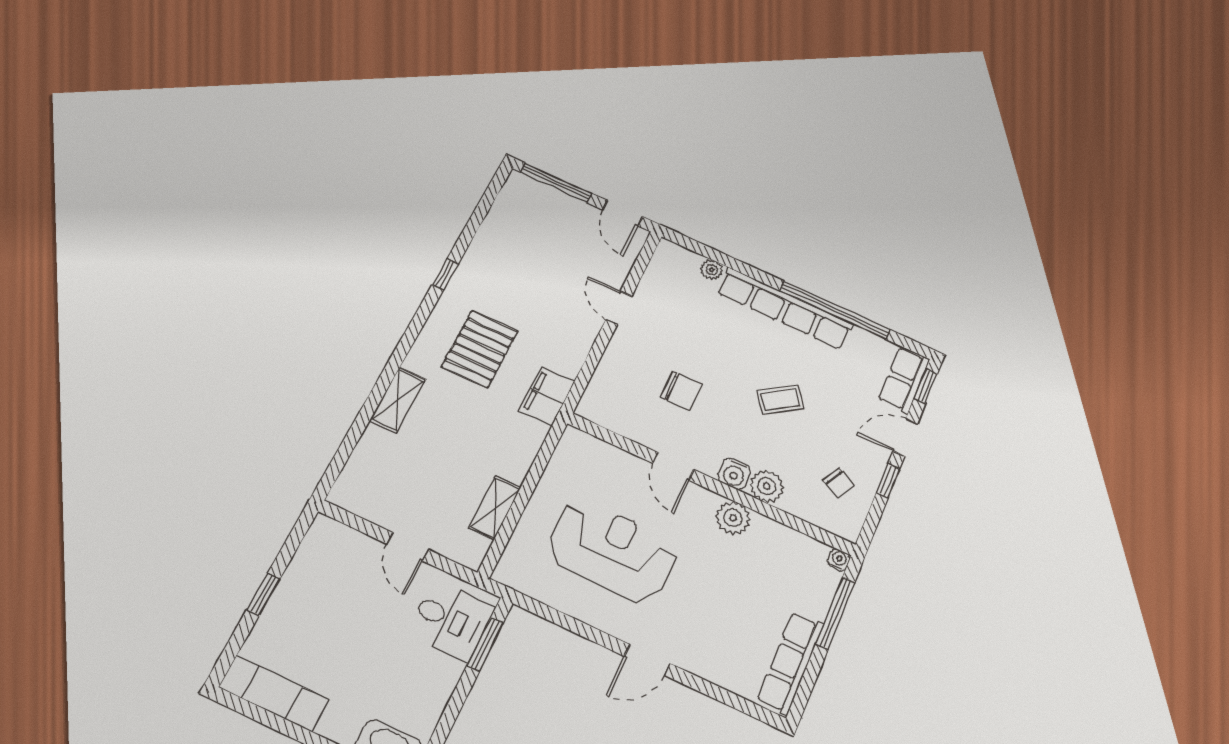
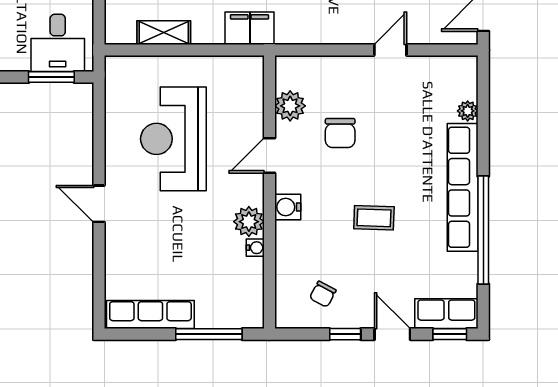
filing cabinet: (547, 396) -> (250, 28), moved
coffee table: (781, 400) -> (374, 218), turned -52
plant: (767, 486) -> (290, 106), moved
reception desk: (612, 551) -> (173, 139), turned 180
water cooler: (839, 560) -> (255, 248), moved

